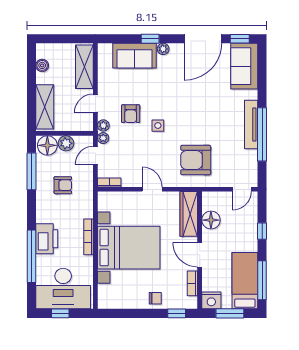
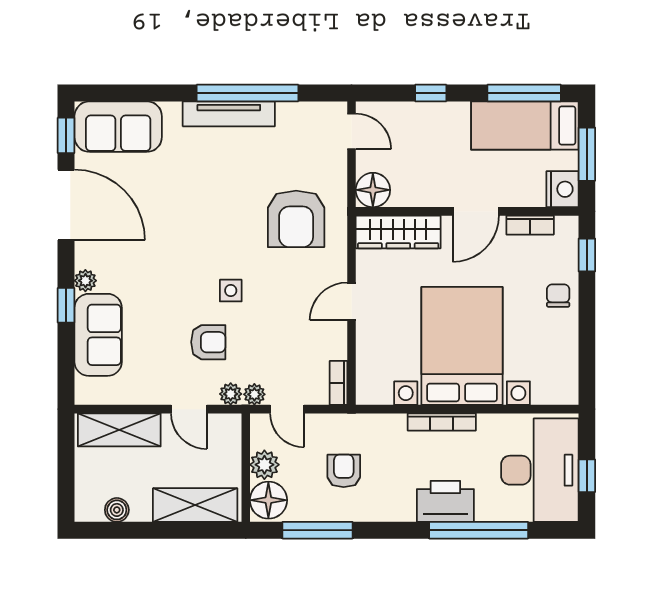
floor lamp: (211, 220) -> (373, 190), moved

